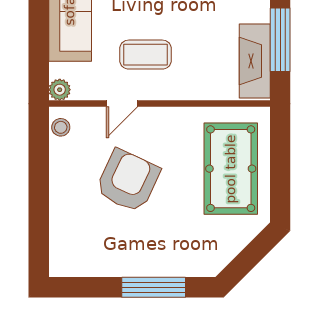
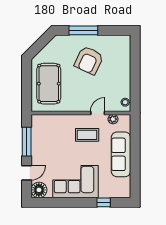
fireplace: (255, 61) -> (38, 132), removed
plant: (60, 90) -> (113, 119), moved
armchair: (128, 181) -> (89, 60), moved

